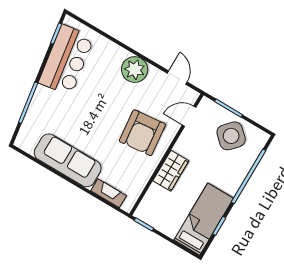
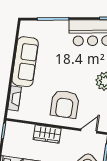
door: (189, 116) -> (89, 131), hinge flipped
armchair: (142, 133) -> (65, 104), turned -84

